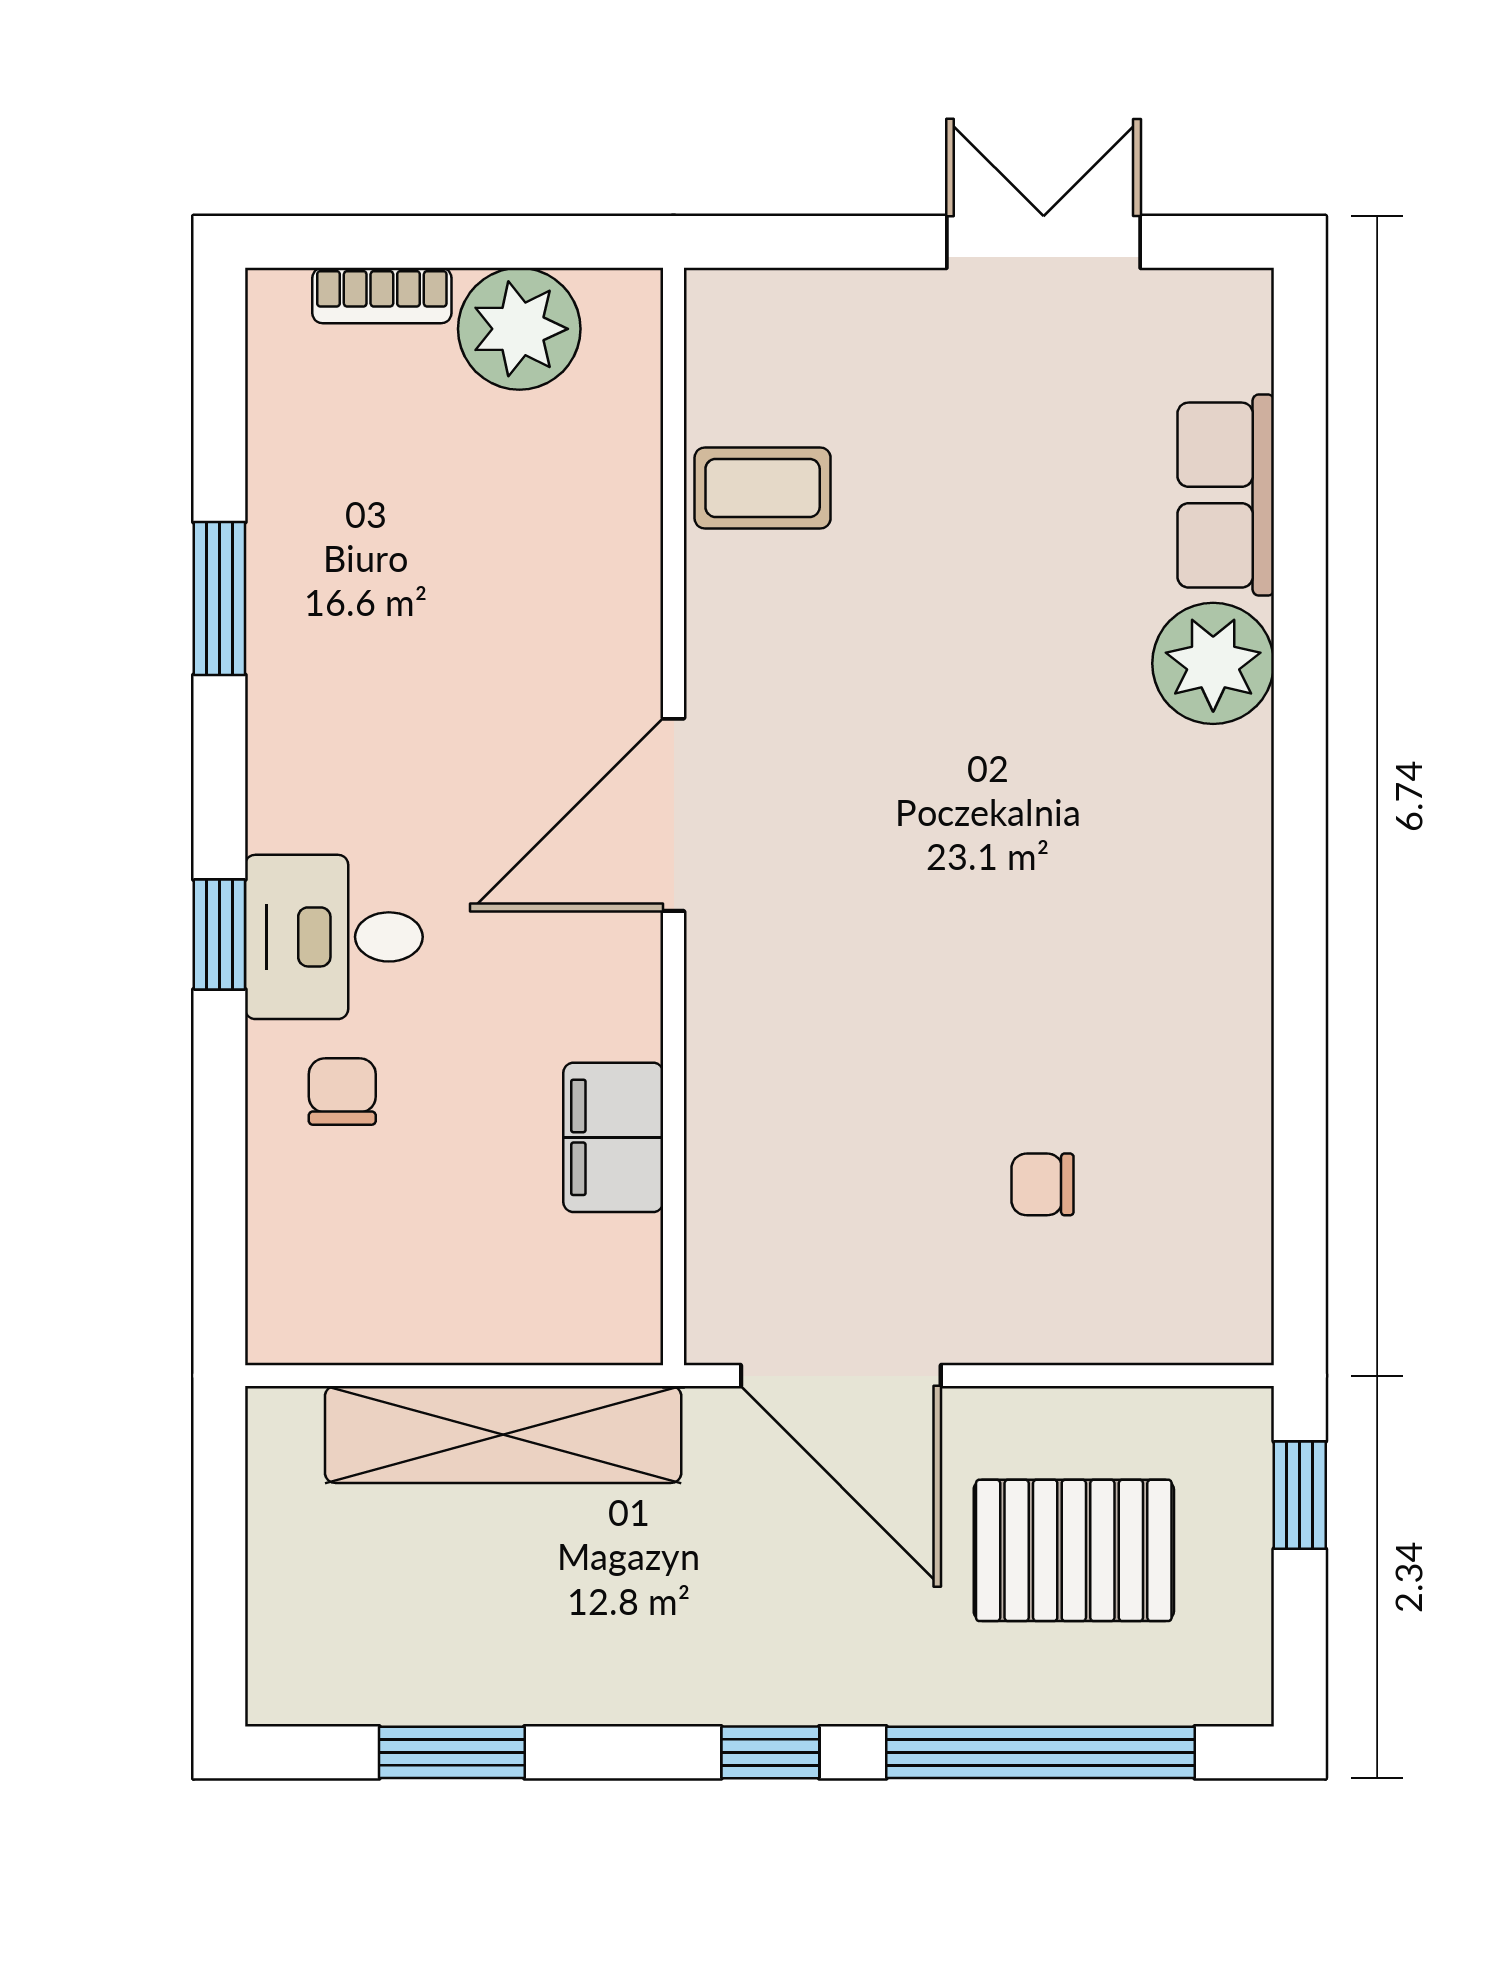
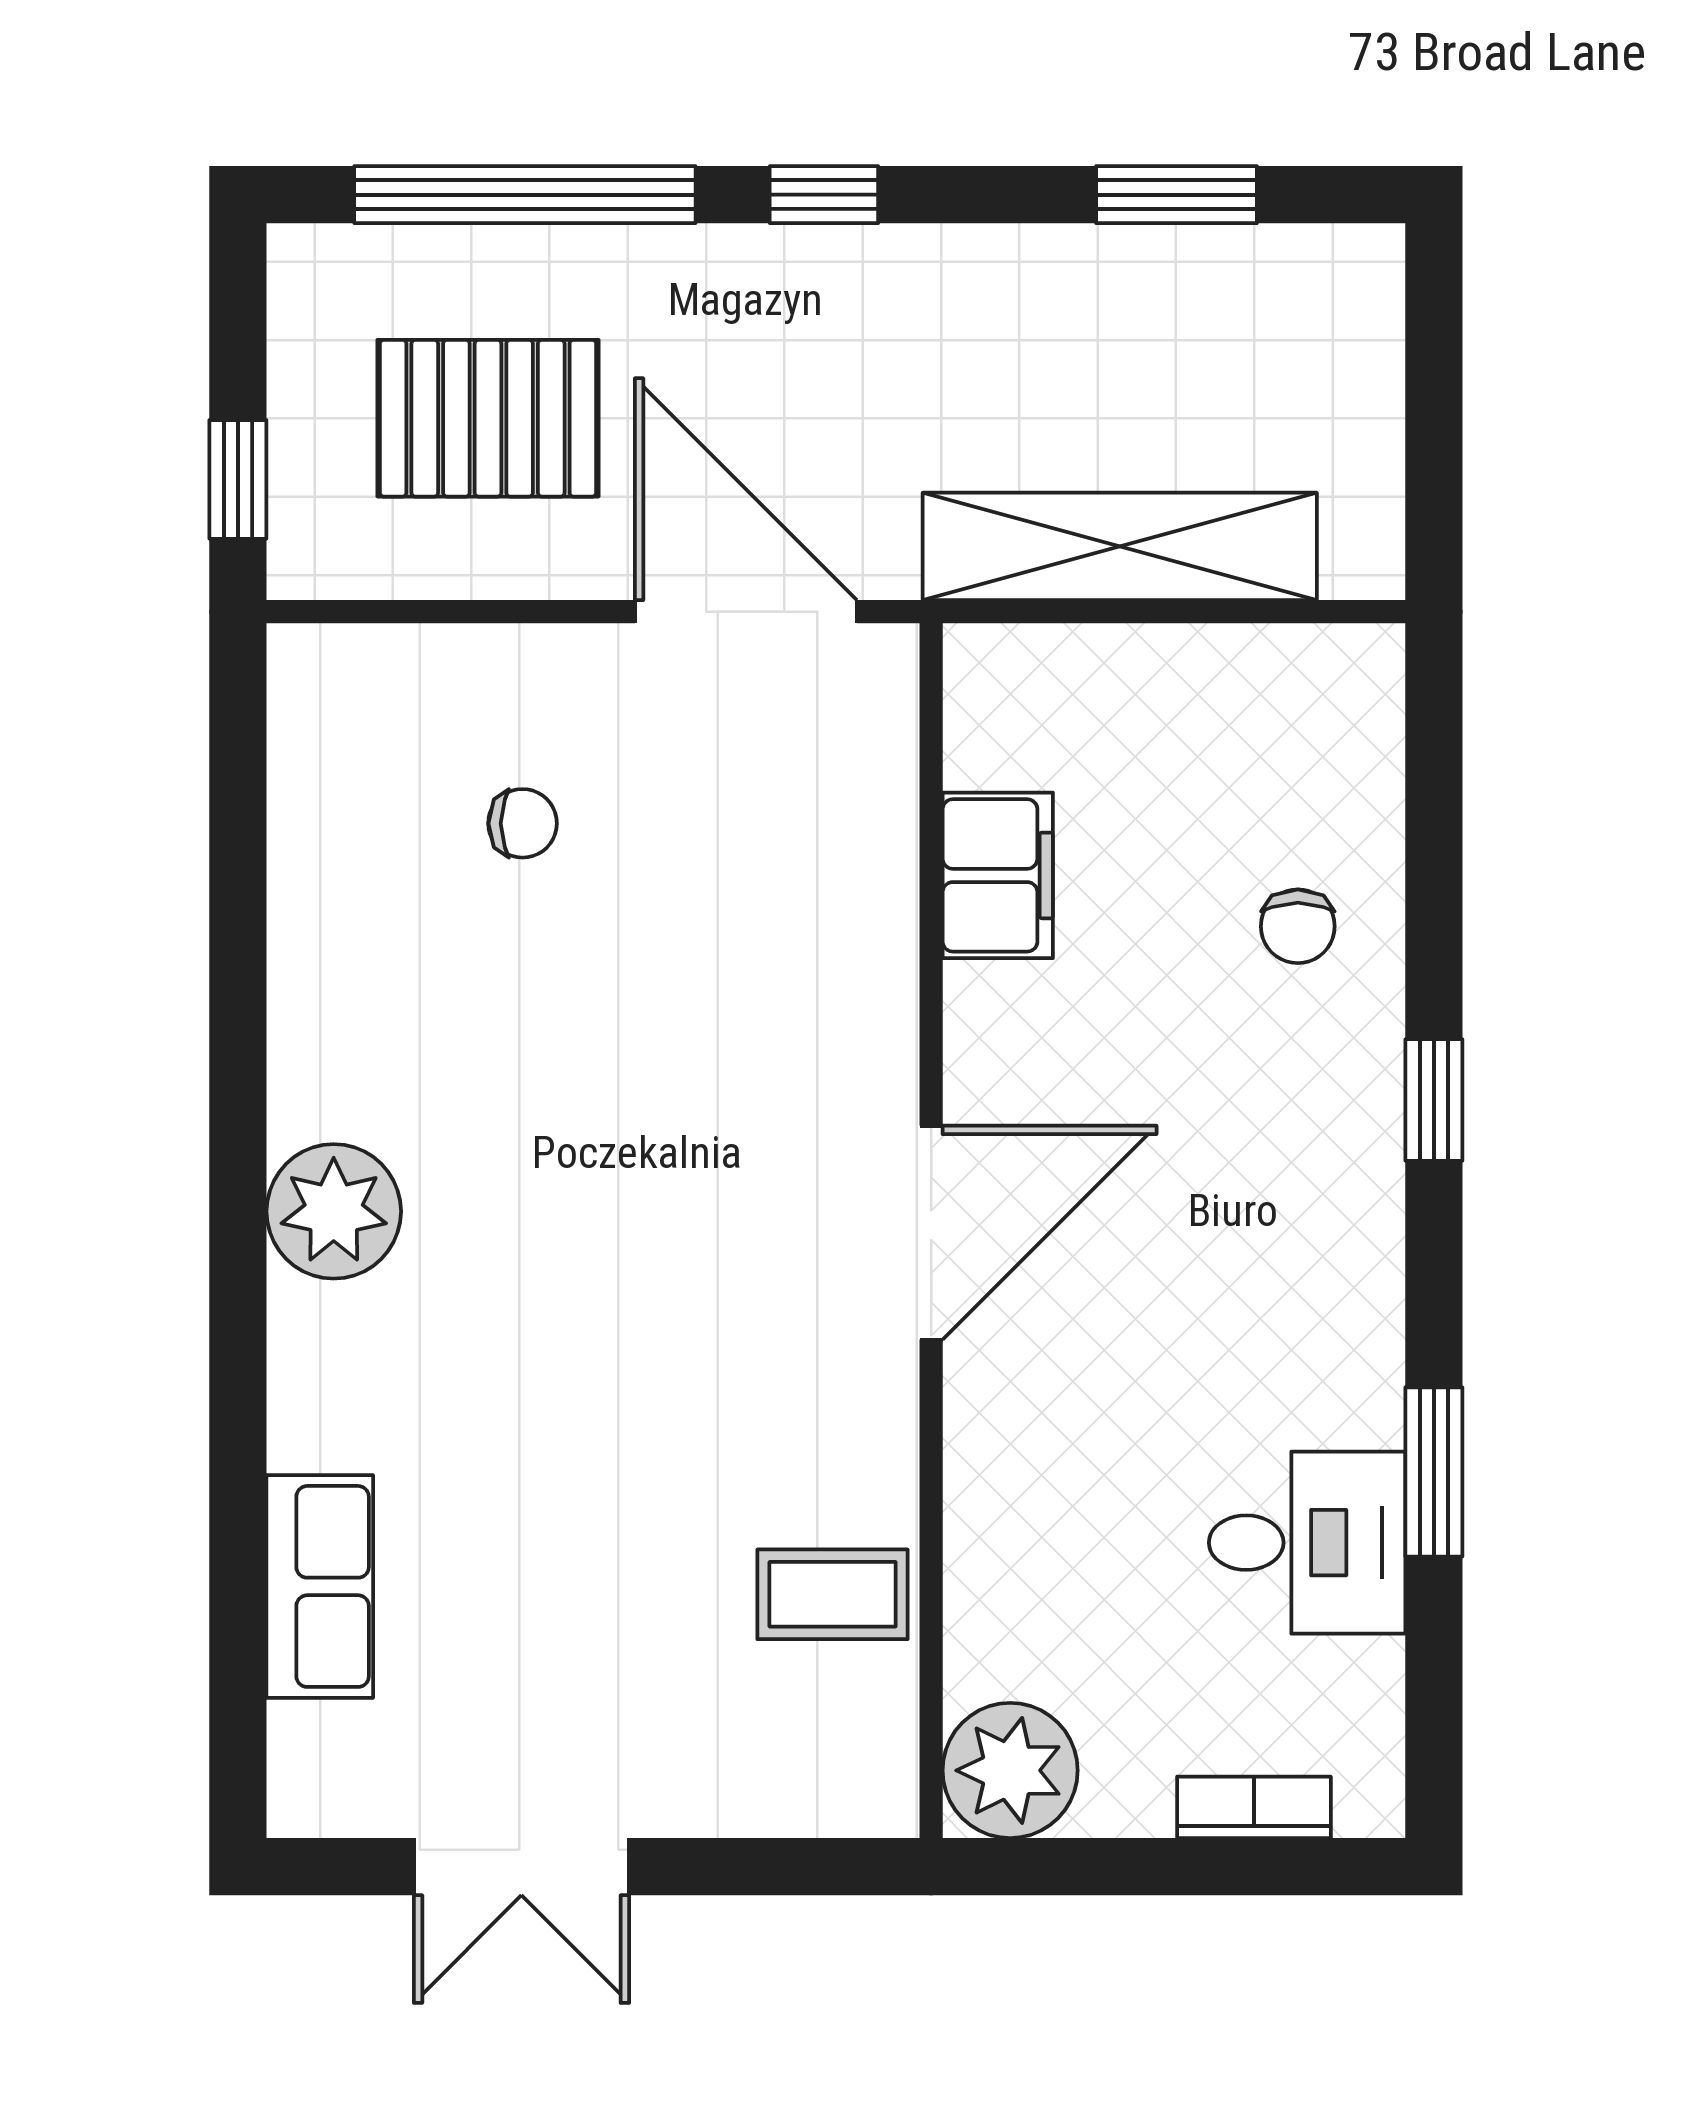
plant: (519, 329) -> (1010, 1770), moved
plant: (1213, 663) -> (334, 1211), moved
desk: (334, 937) -> (1307, 1543), moved

